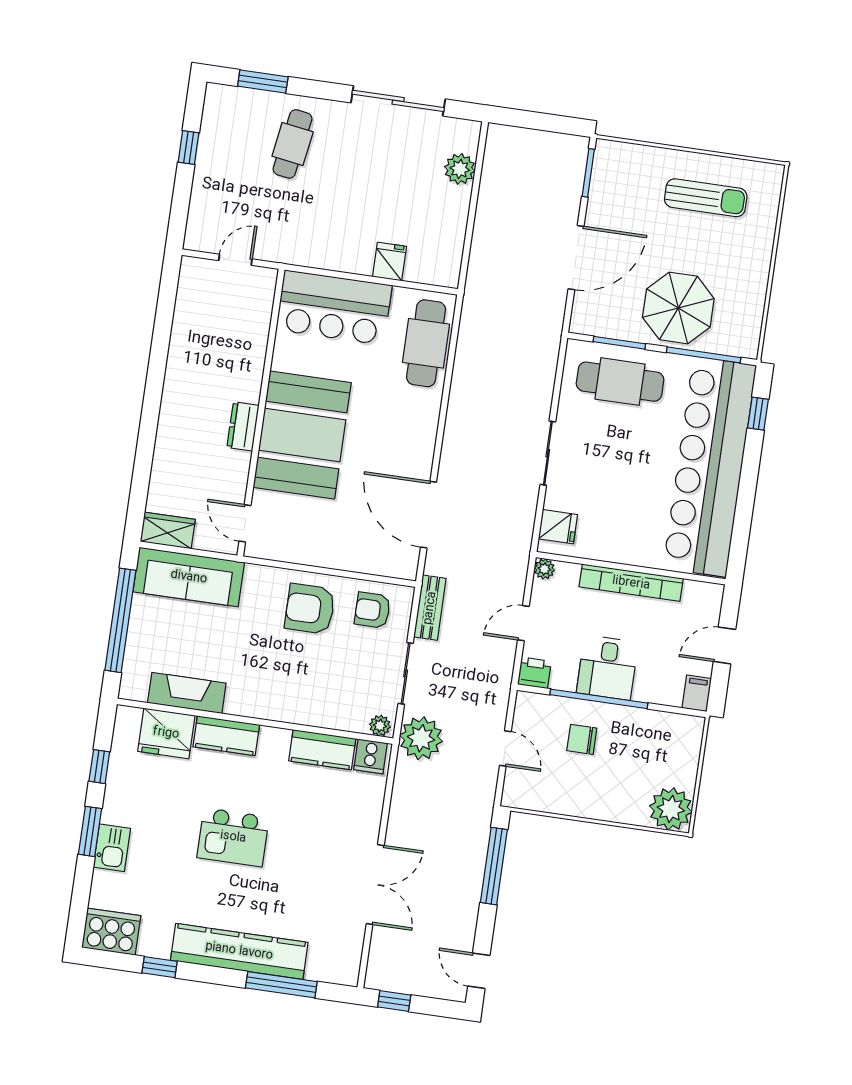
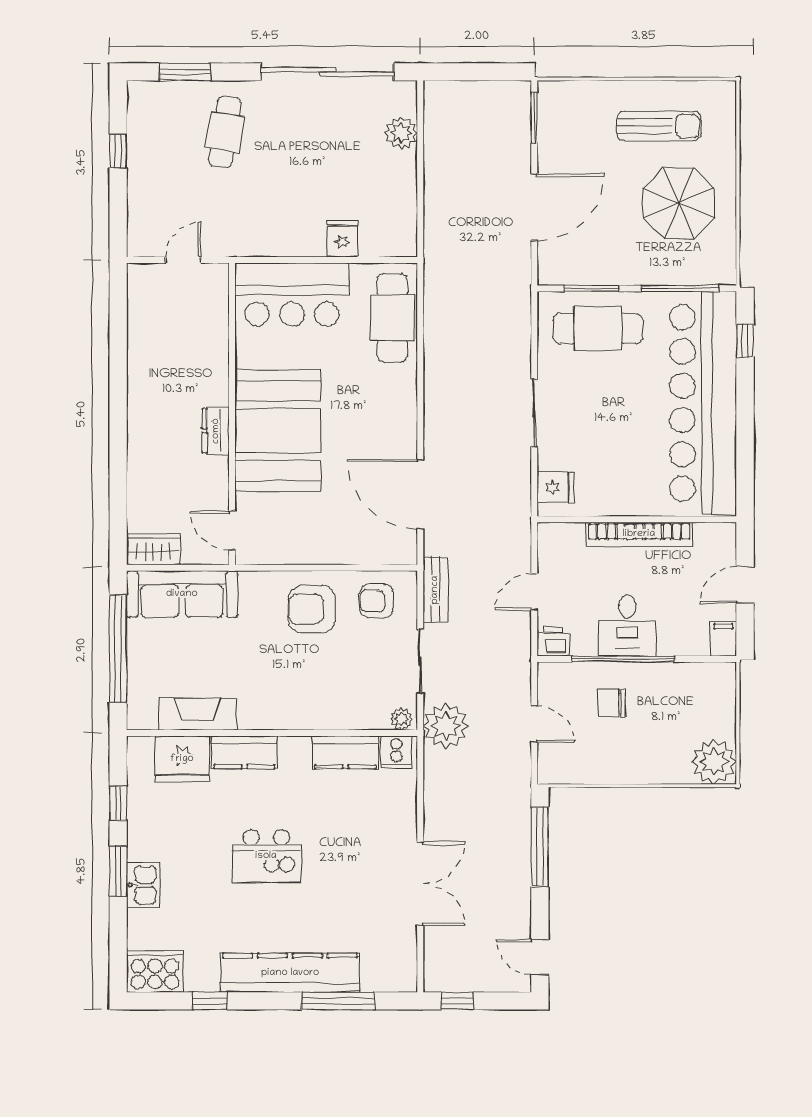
sliding door: (398, 101) -> (327, 72), width x1.36
parasol: (678, 308) -> (679, 203), moved
plant: (544, 569) -> (548, 533), removed

